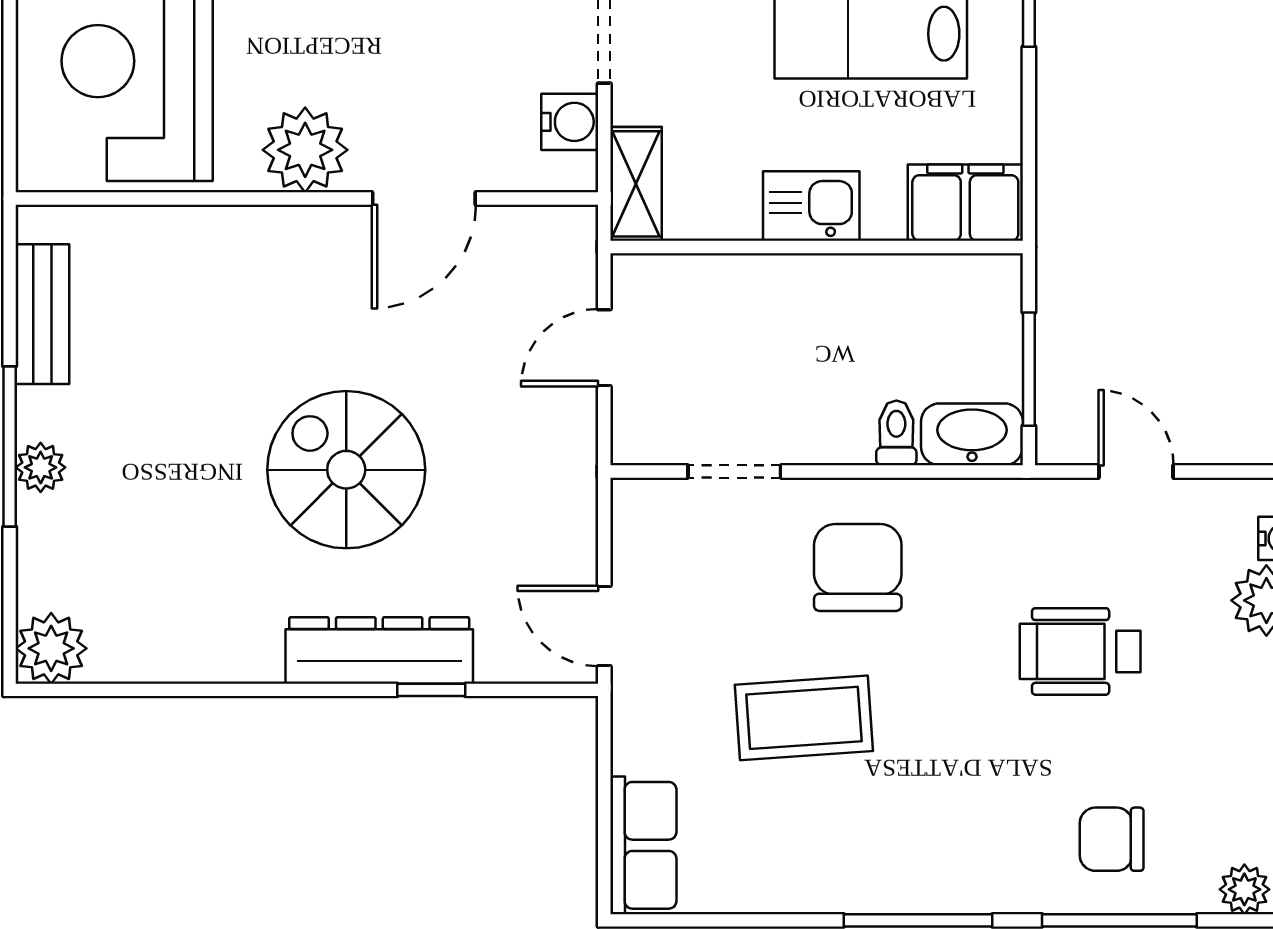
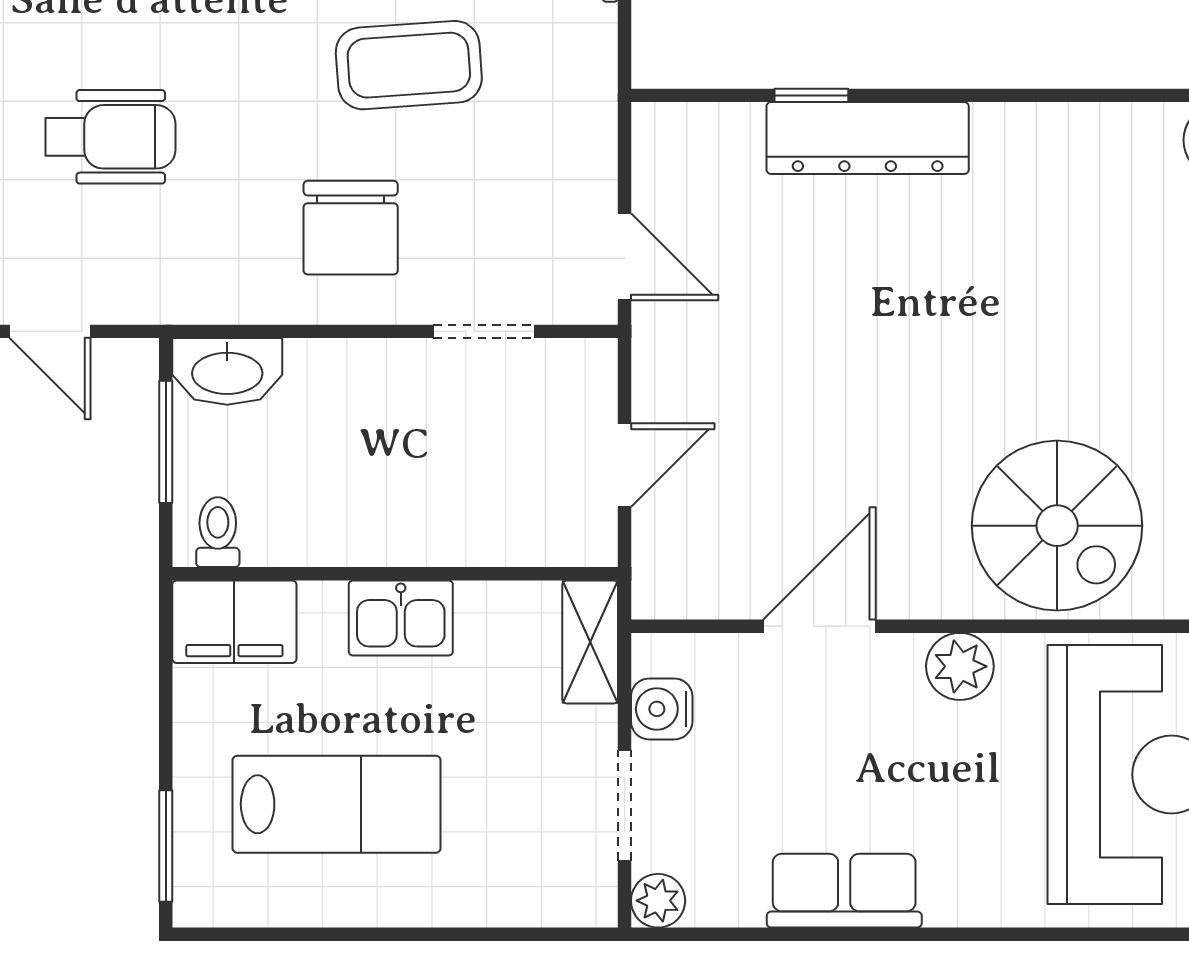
plant: (305, 150) -> (960, 666), width x0.73, depth x0.73
toilet: (896, 433) -> (218, 532), moved, turned 180
spiral stairs: (346, 470) -> (1057, 526), moved
door: (604, 626) -> (625, 257), moved

